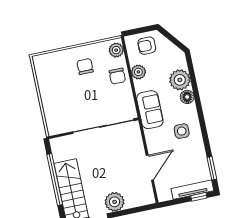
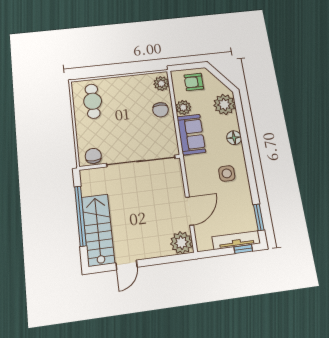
chair: (85, 66) -> (93, 156), moved
cafe table: (54, 73) -> (93, 101), added
plant: (180, 80) -> (224, 104), moved
sofa: (150, 110) -> (191, 135), moved
plant: (115, 202) -> (181, 243), moved

